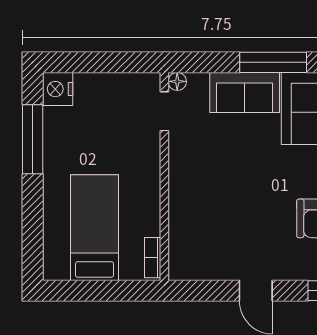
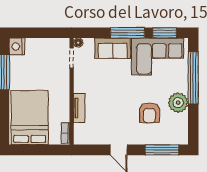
tv unit: (179, 209) -> (79, 108), added
bed: (94, 228) -> (30, 118), width x1.50

